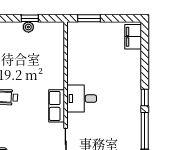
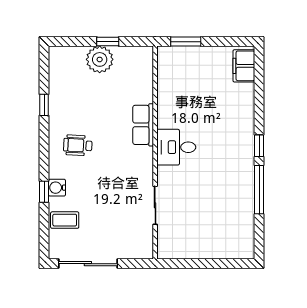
plant: (28, 27) -> (100, 59), width x1.88, depth x1.88
row of seats: (57, 106) -> (143, 125), moved

